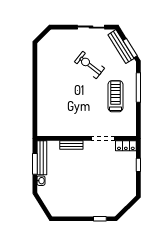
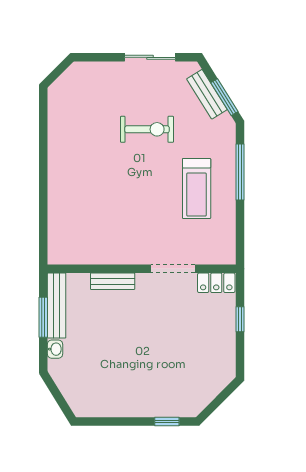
bench: (121, 47) -> (207, 94), width x0.73
exercise bike: (89, 65) -> (147, 129), turned 142
treadmill: (115, 96) -> (197, 189), turned 180

